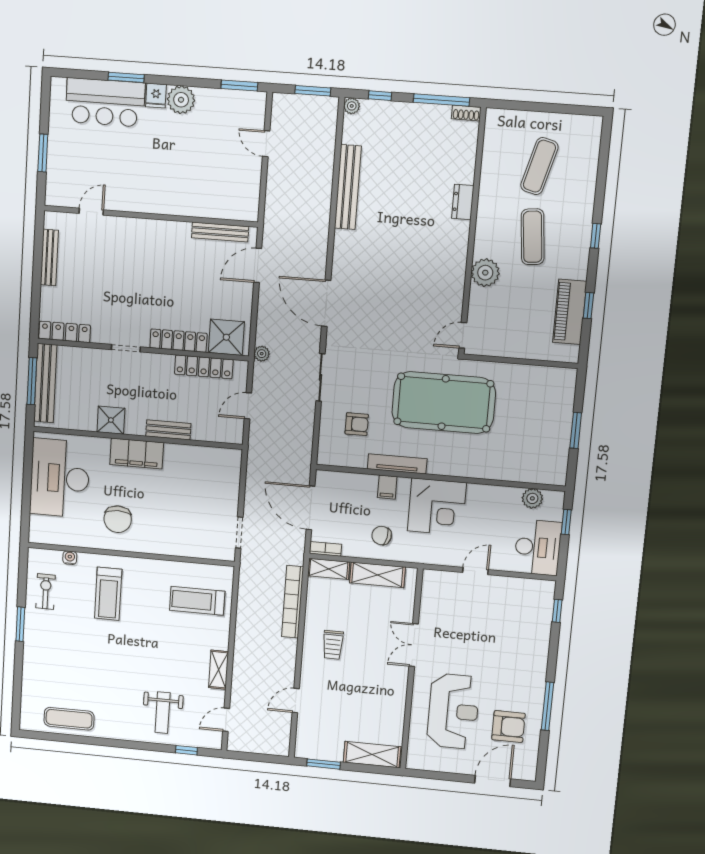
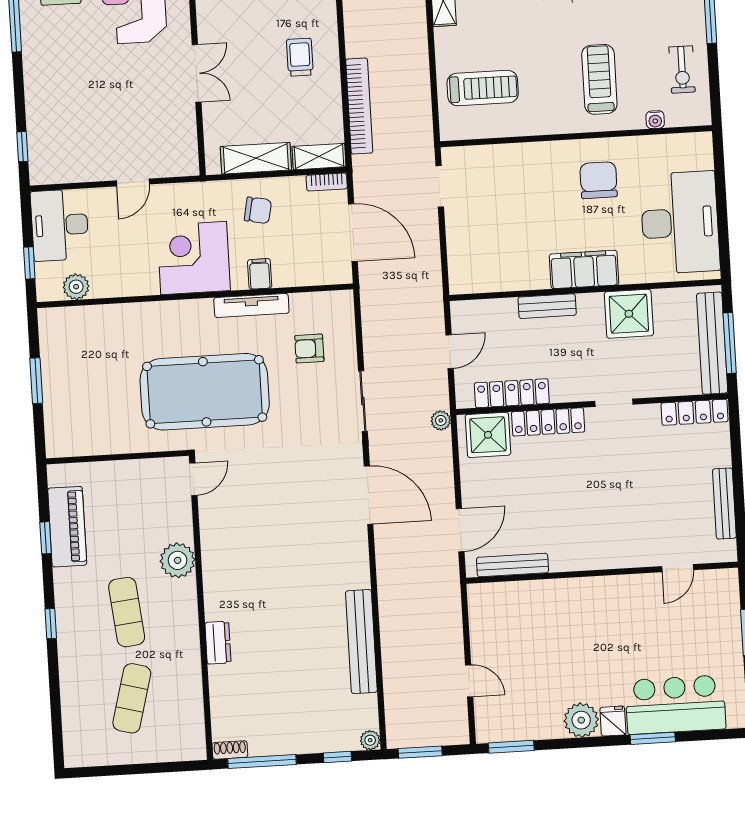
shower: (111, 420) -> (629, 314), width x1.36, depth x1.36

